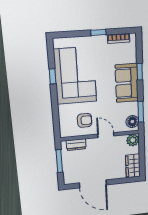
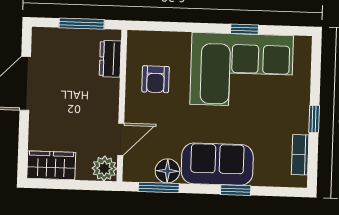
floor lamp: (132, 122) -> (167, 171), moved
door: (106, 135) -> (121, 139), moved

